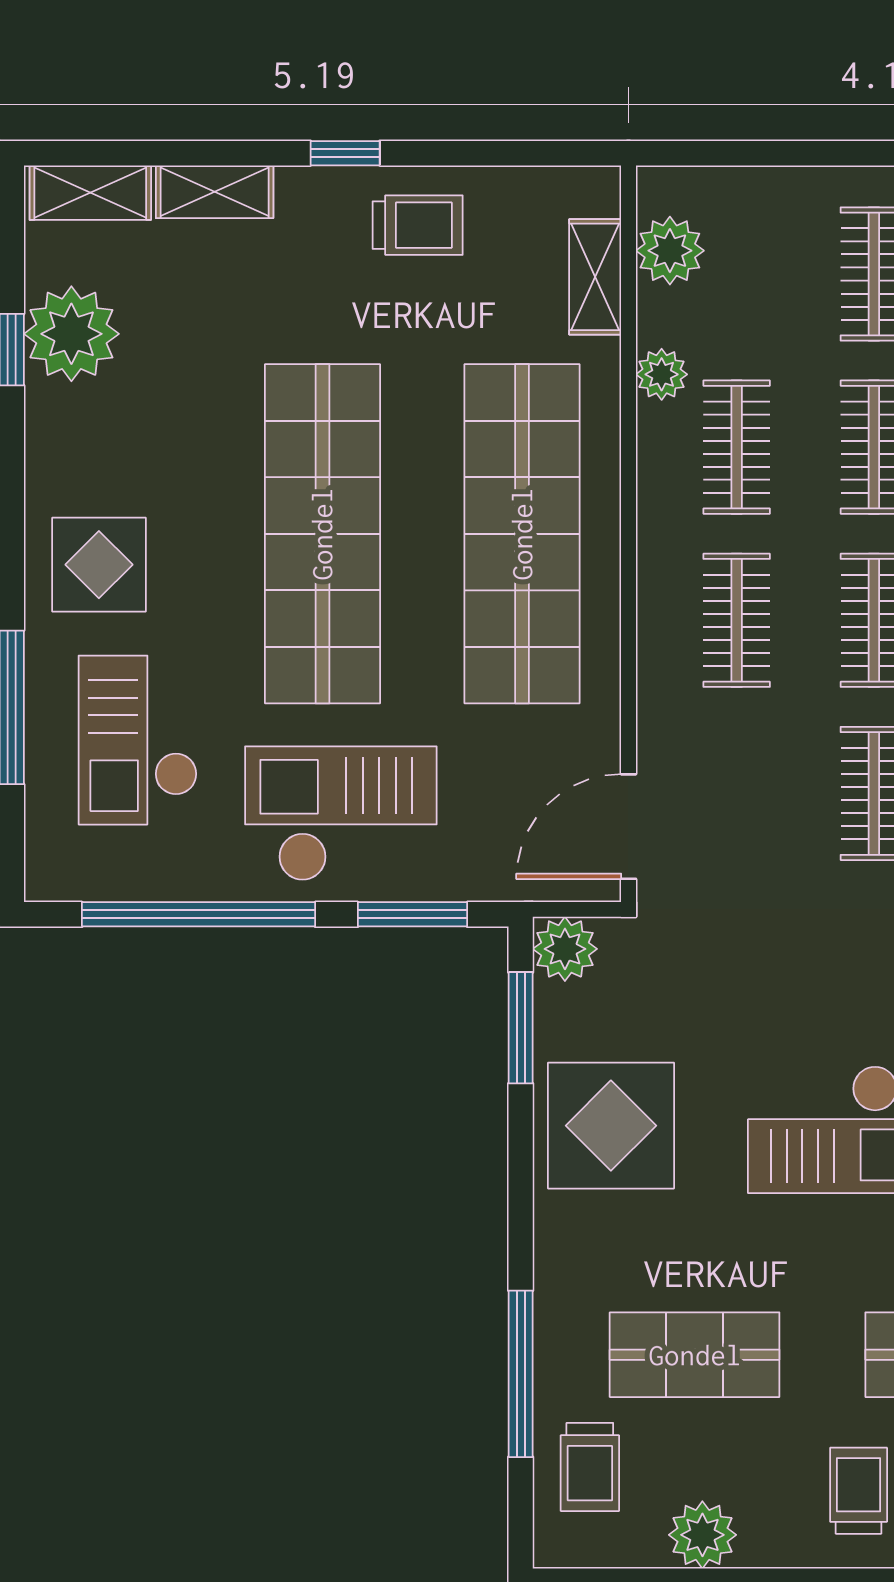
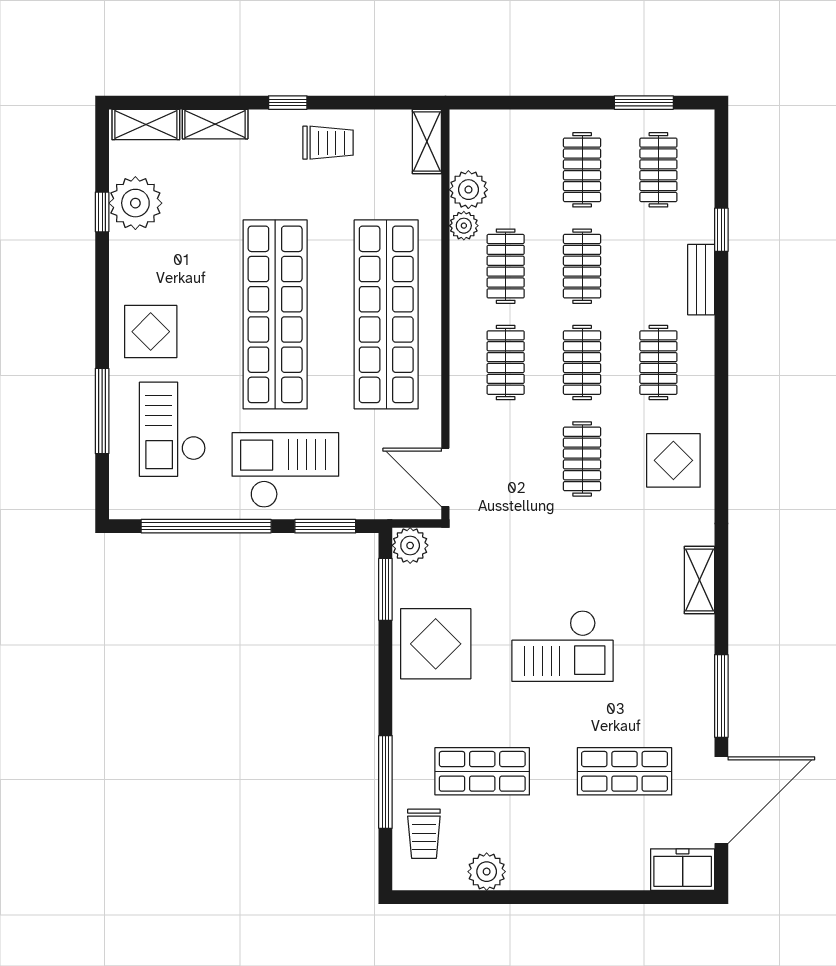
plant: (670, 251) -> (468, 190), moved
shelving: (595, 277) -> (427, 141), moved
door: (628, 827) -> (445, 477), hinge flipped
trolley: (859, 1491) -> (573, 847), removed

